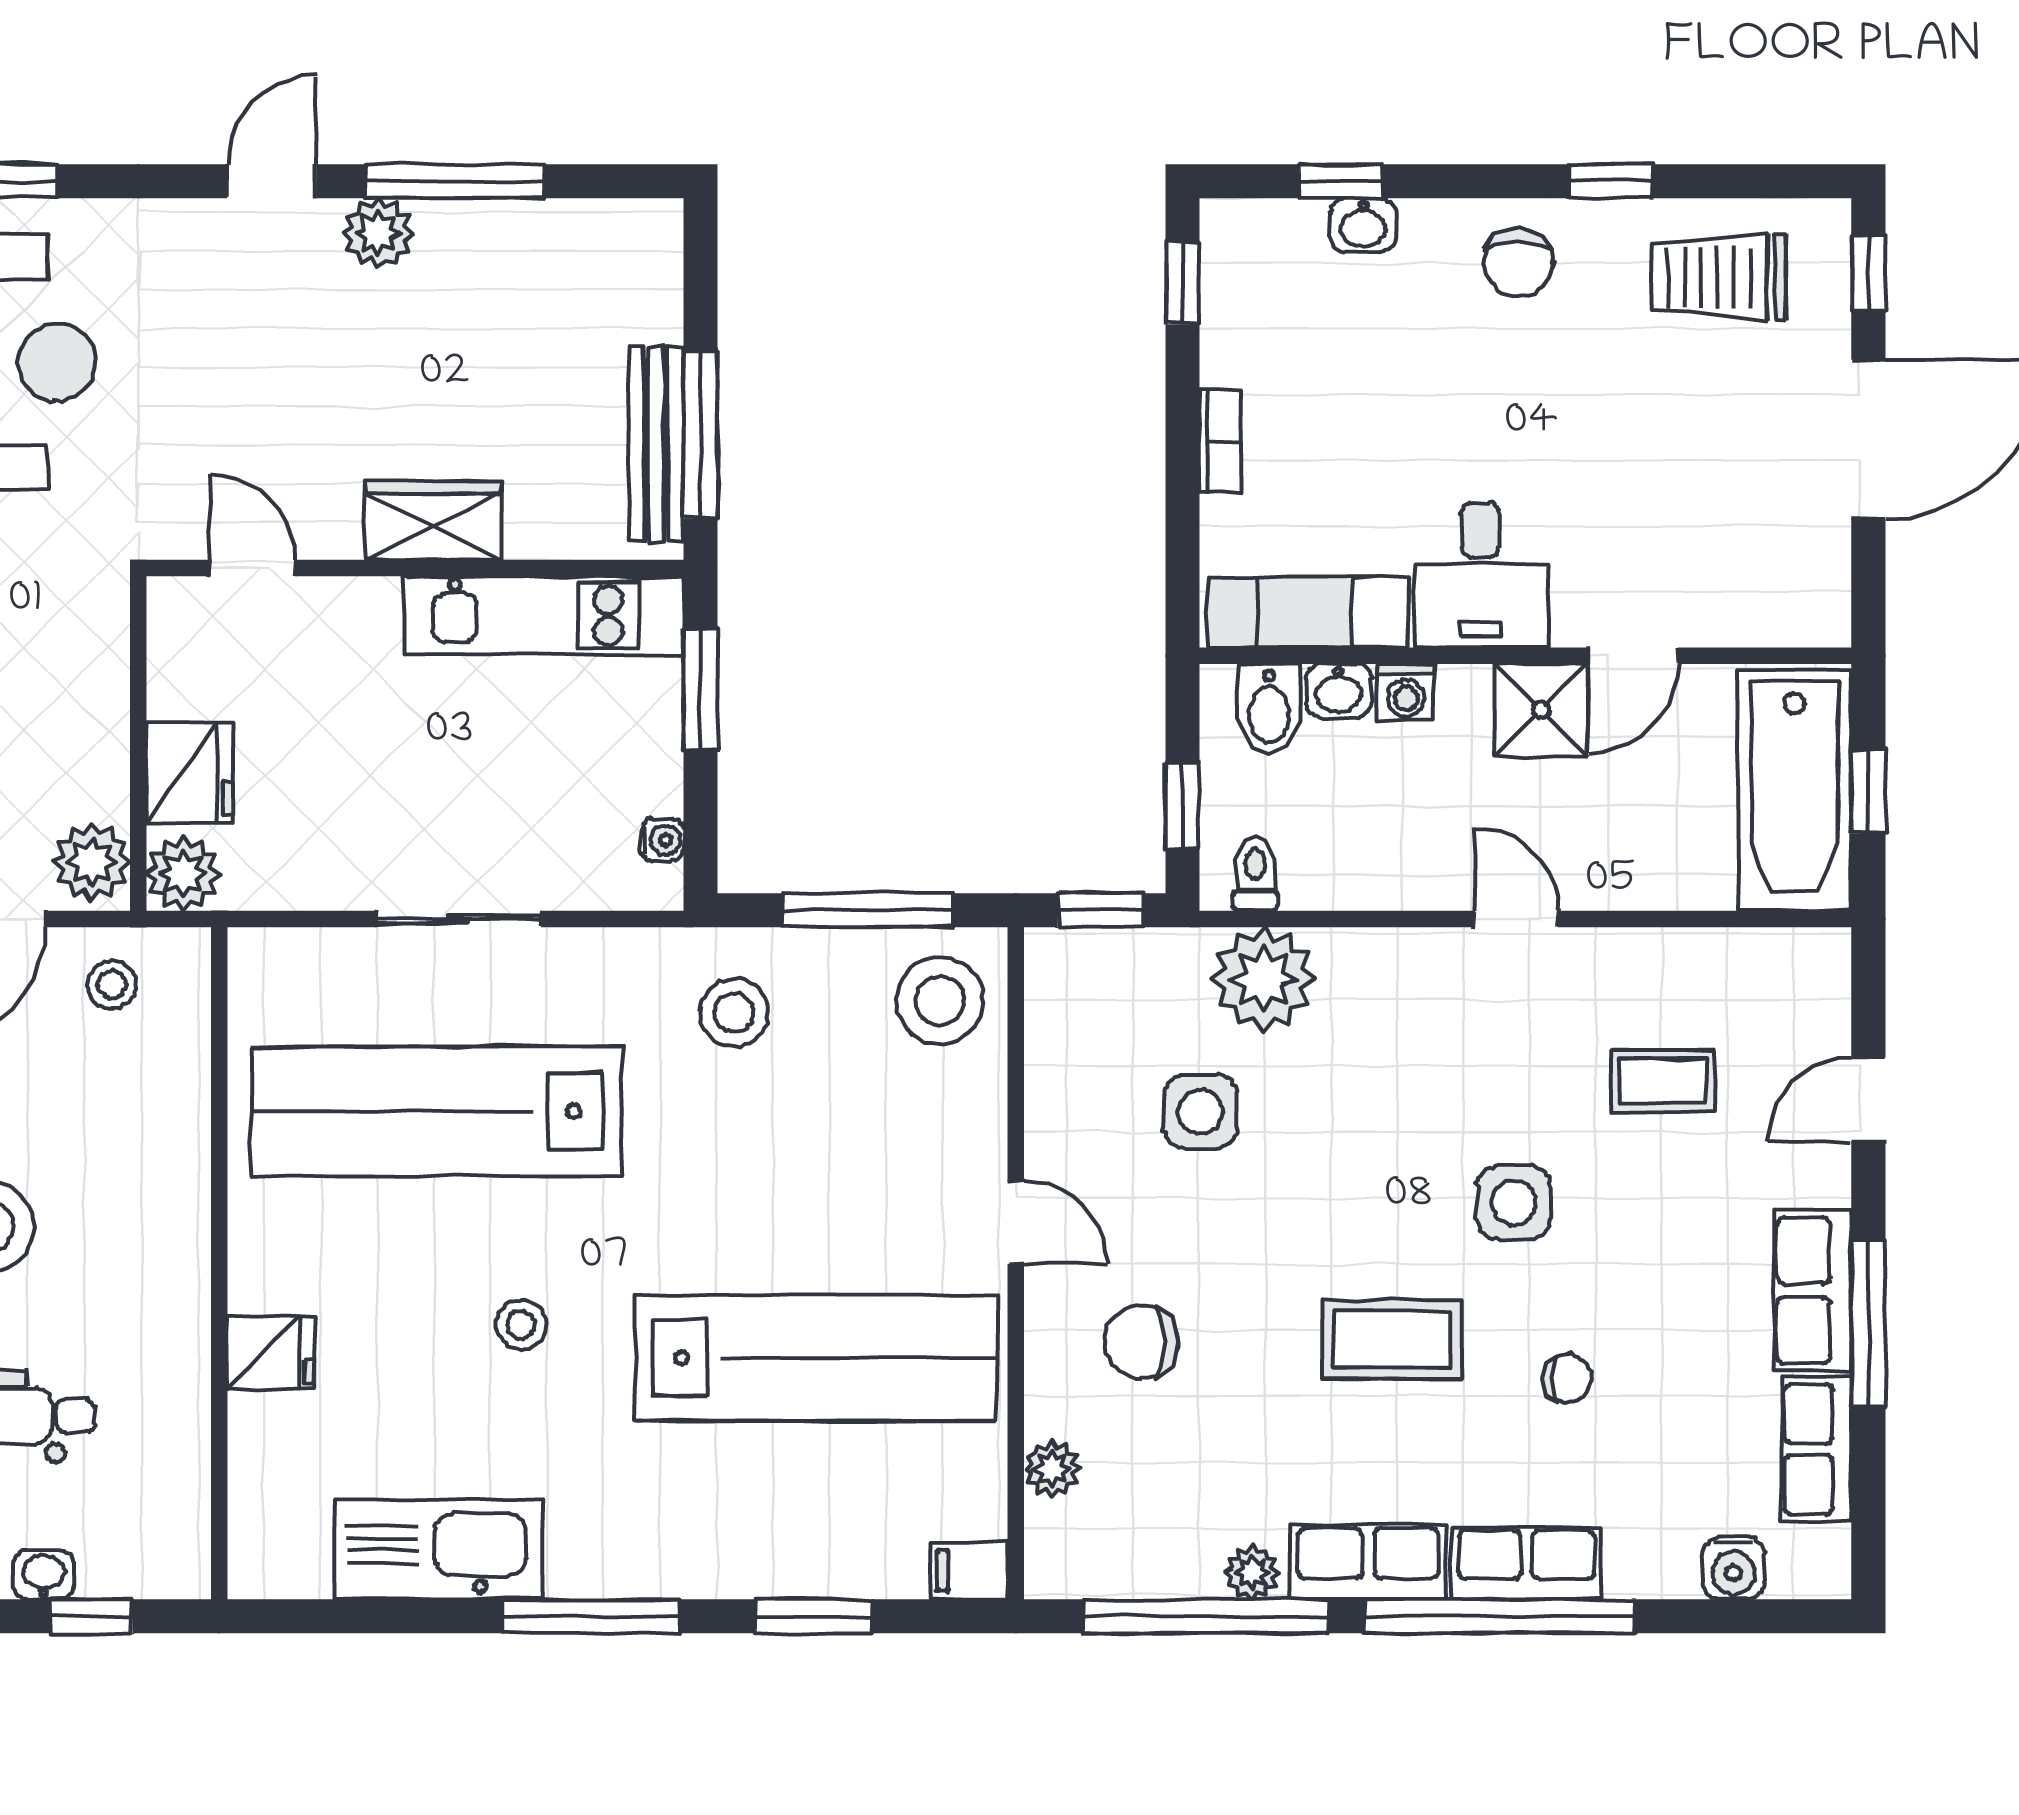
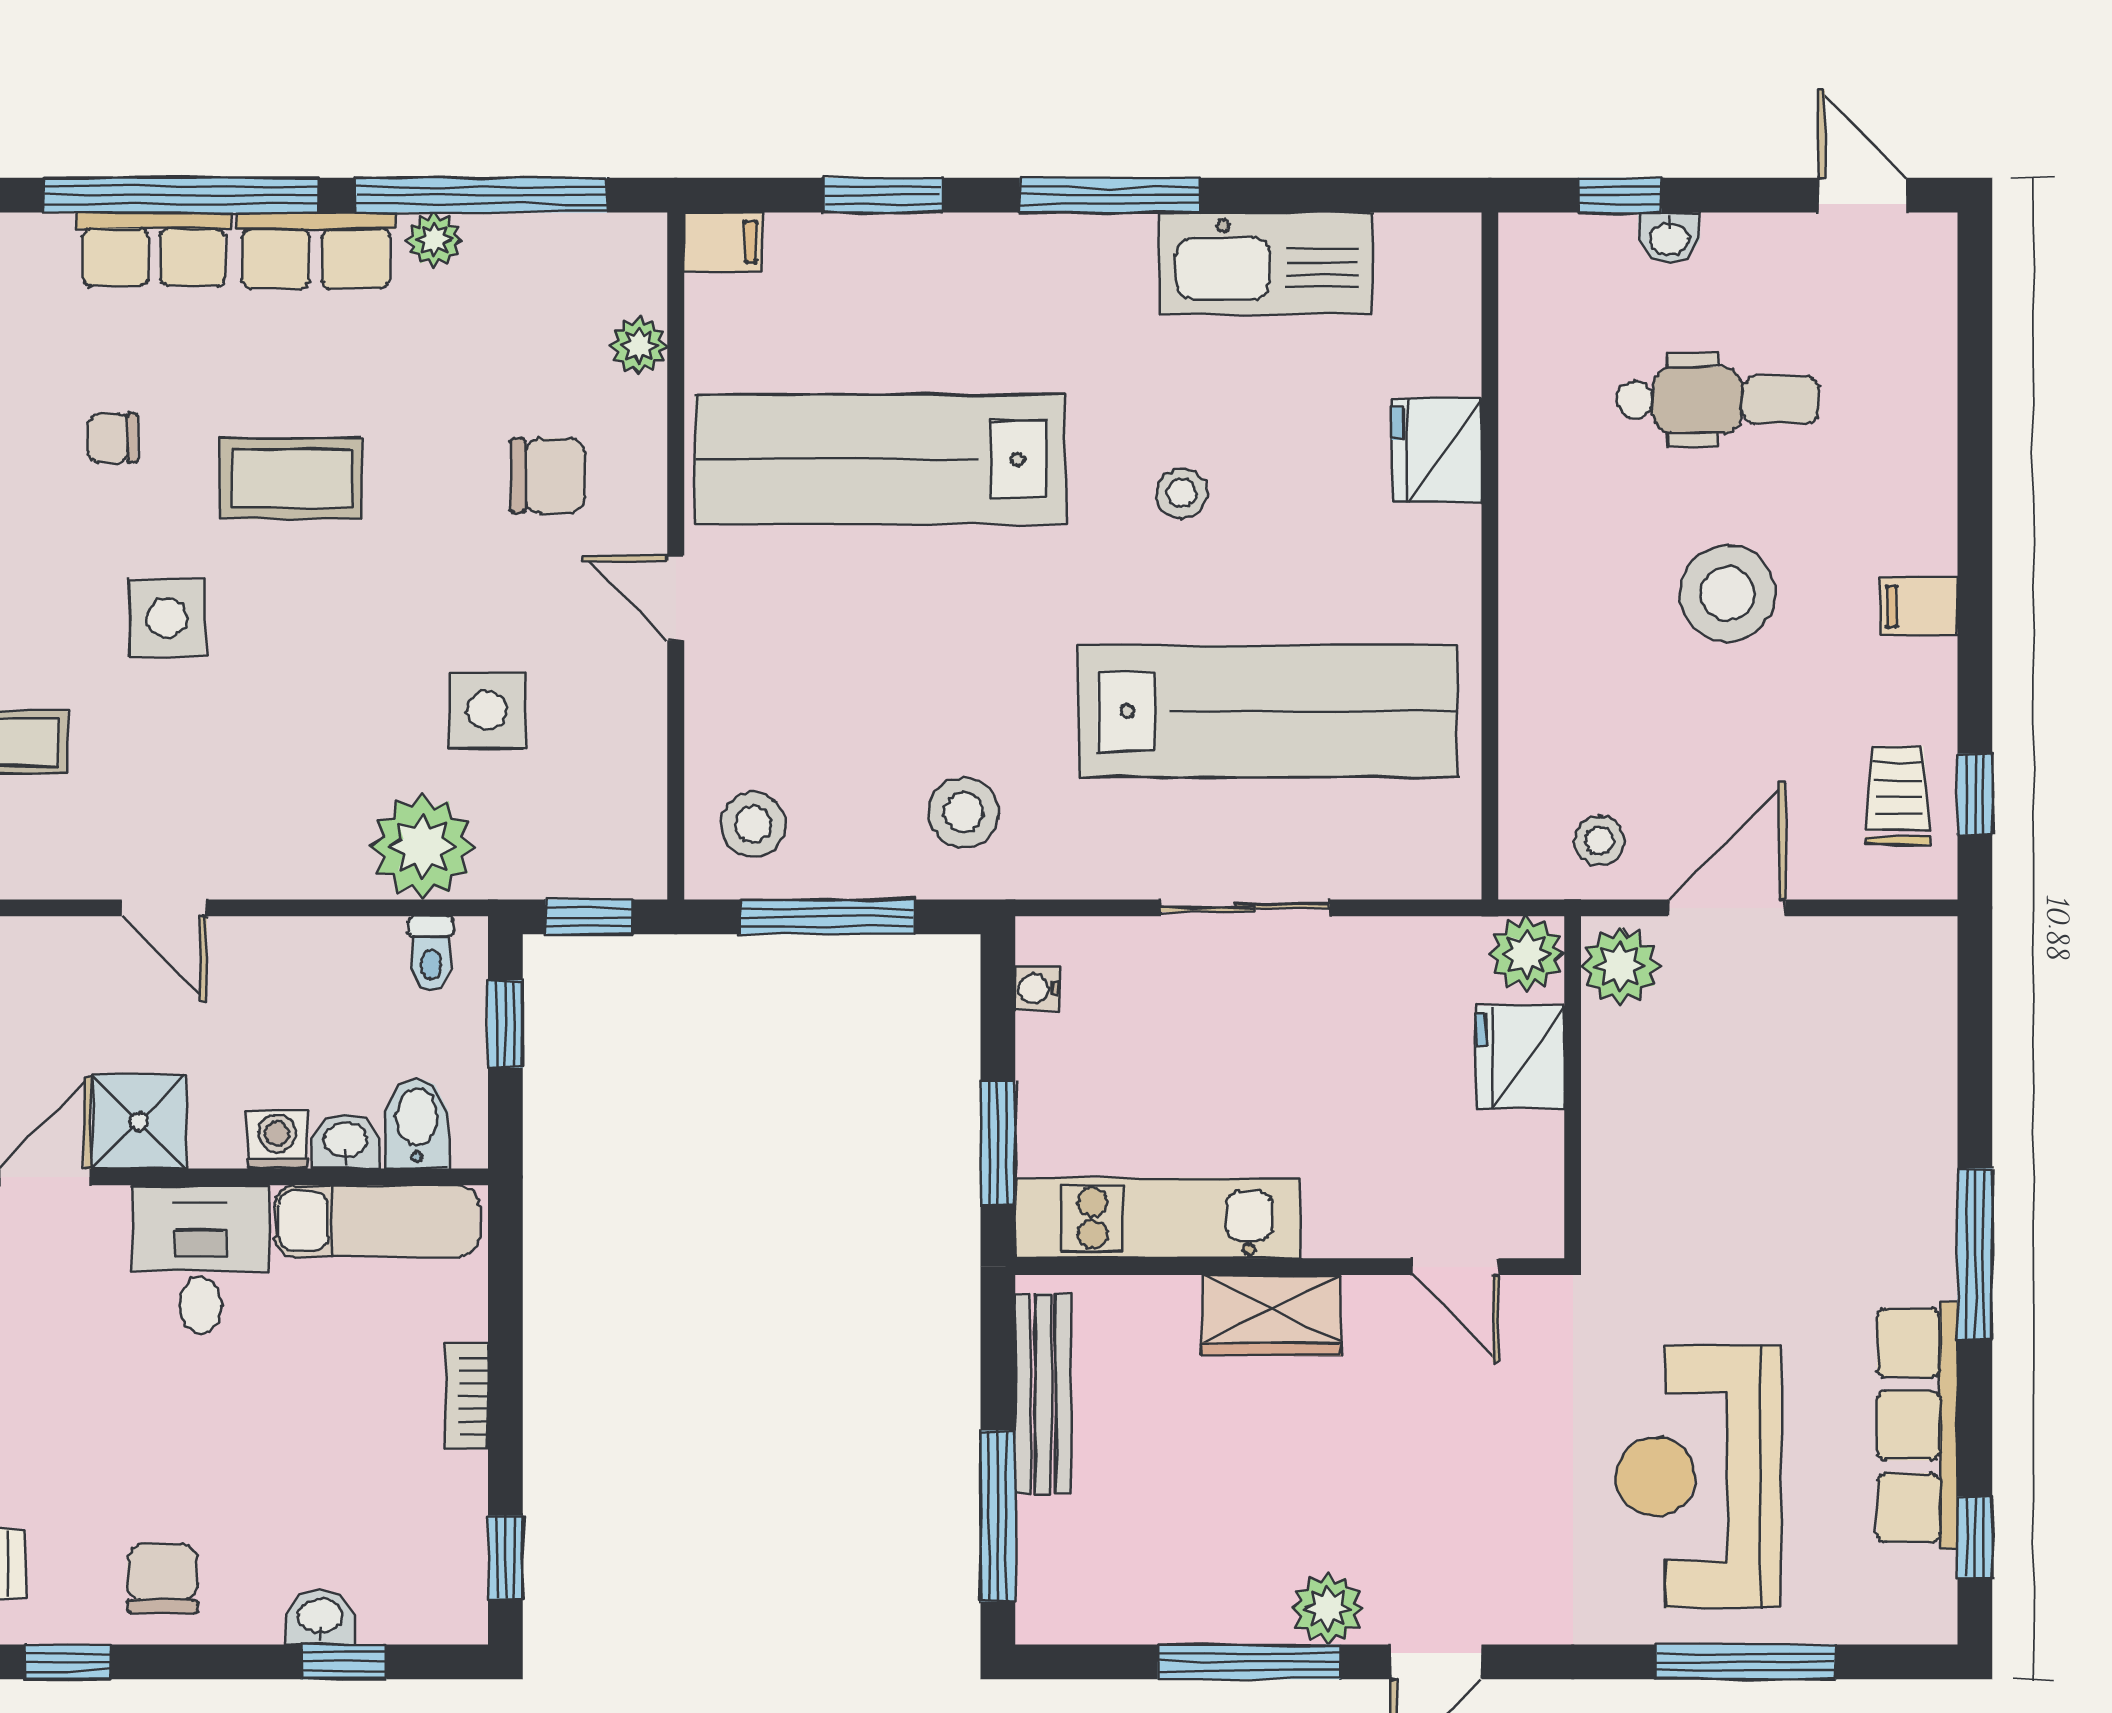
window: (701, 435) -> (998, 1516), moved
stool: (940, 1001) -> (753, 824), width x0.73, depth x0.73
fridge: (271, 1353) -> (1437, 450), width x1.38

